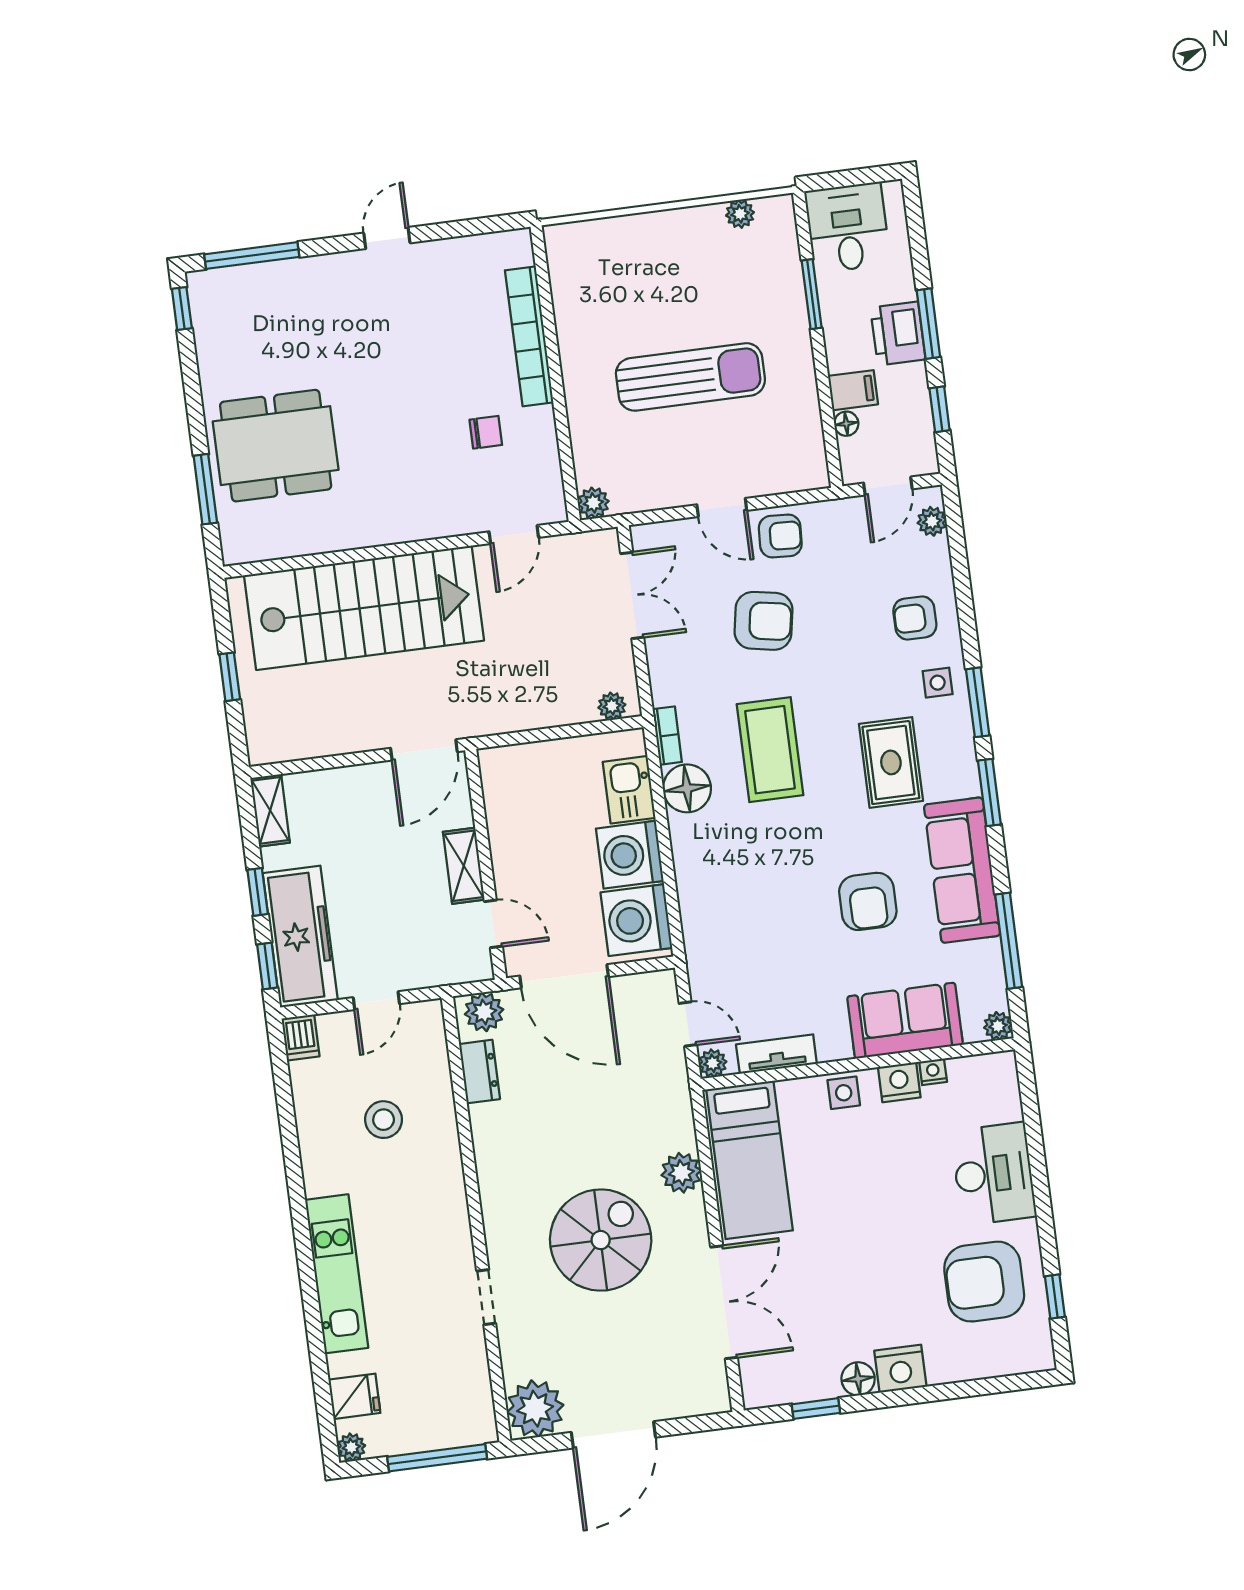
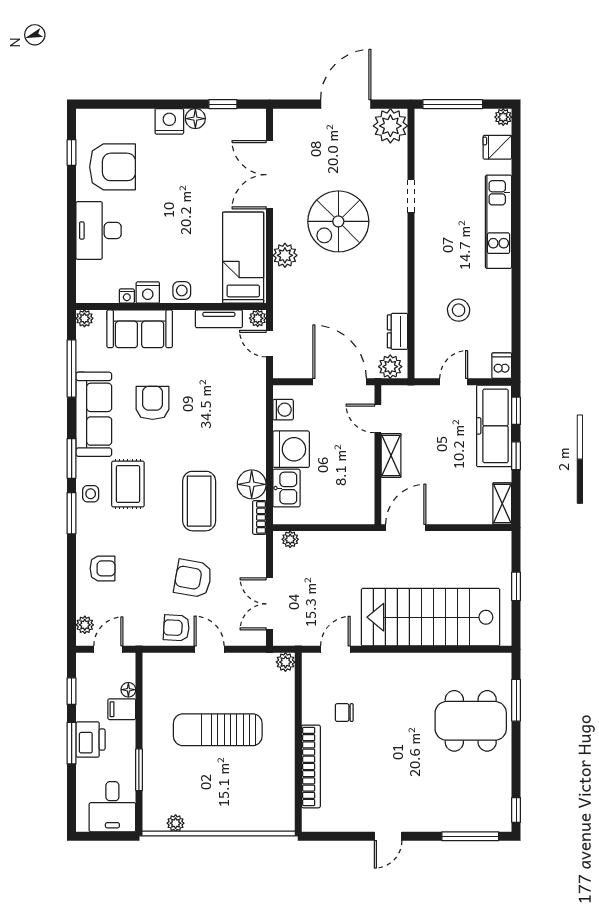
side table: (938, 683) -> (91, 494), moved
washing machine: (636, 920) -> (283, 410), width x0.53, depth x0.53

